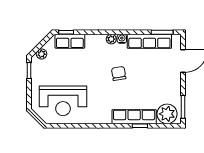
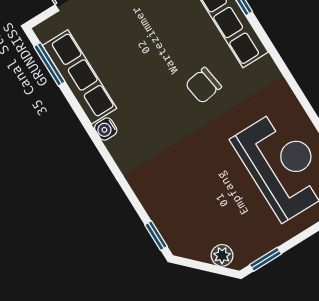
plant: (111, 39) -> (118, 147), removed
row of seats: (70, 41) -> (168, 219), removed
chair: (119, 73) -> (203, 85), moved

